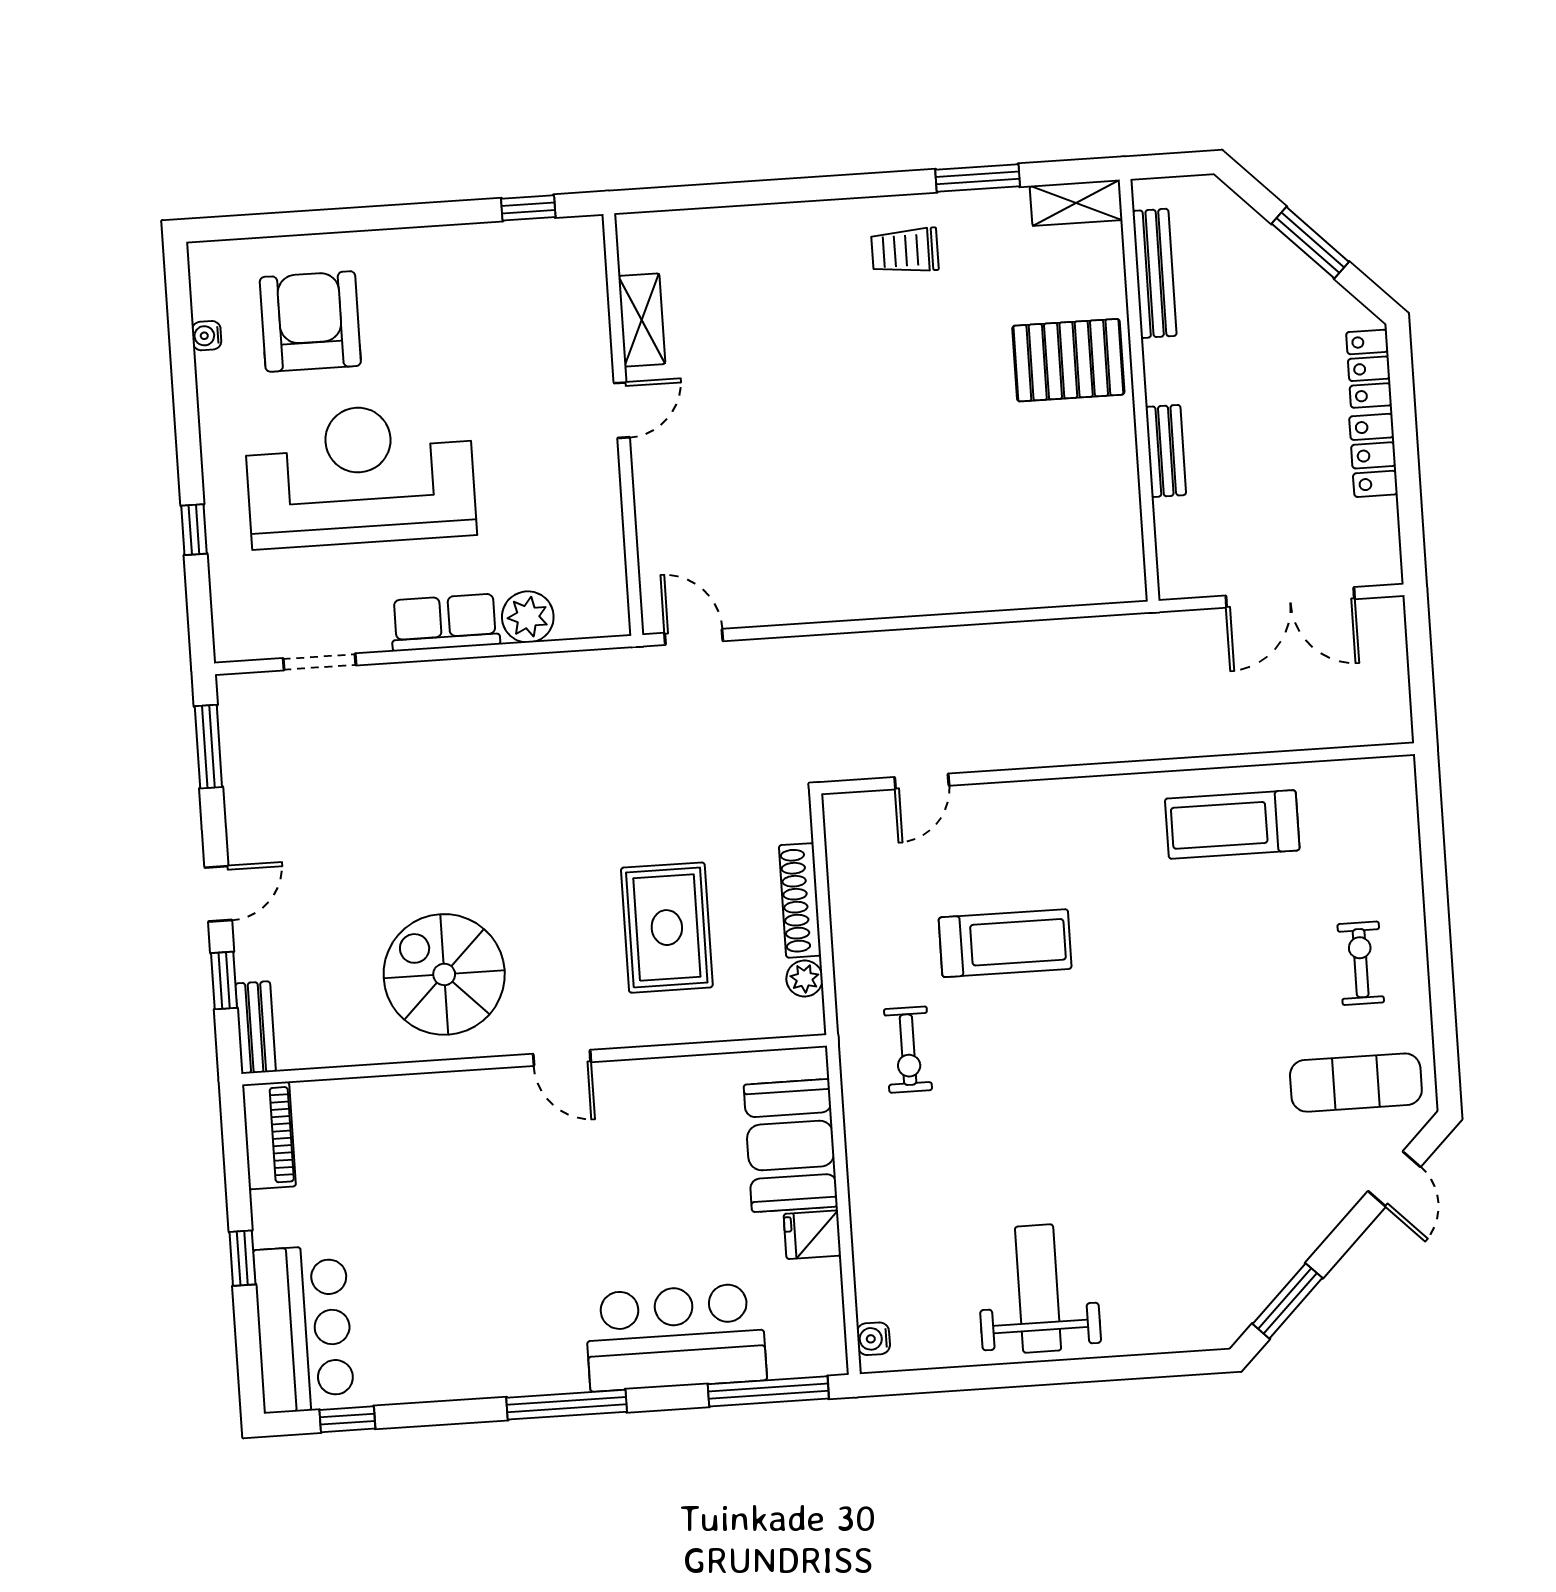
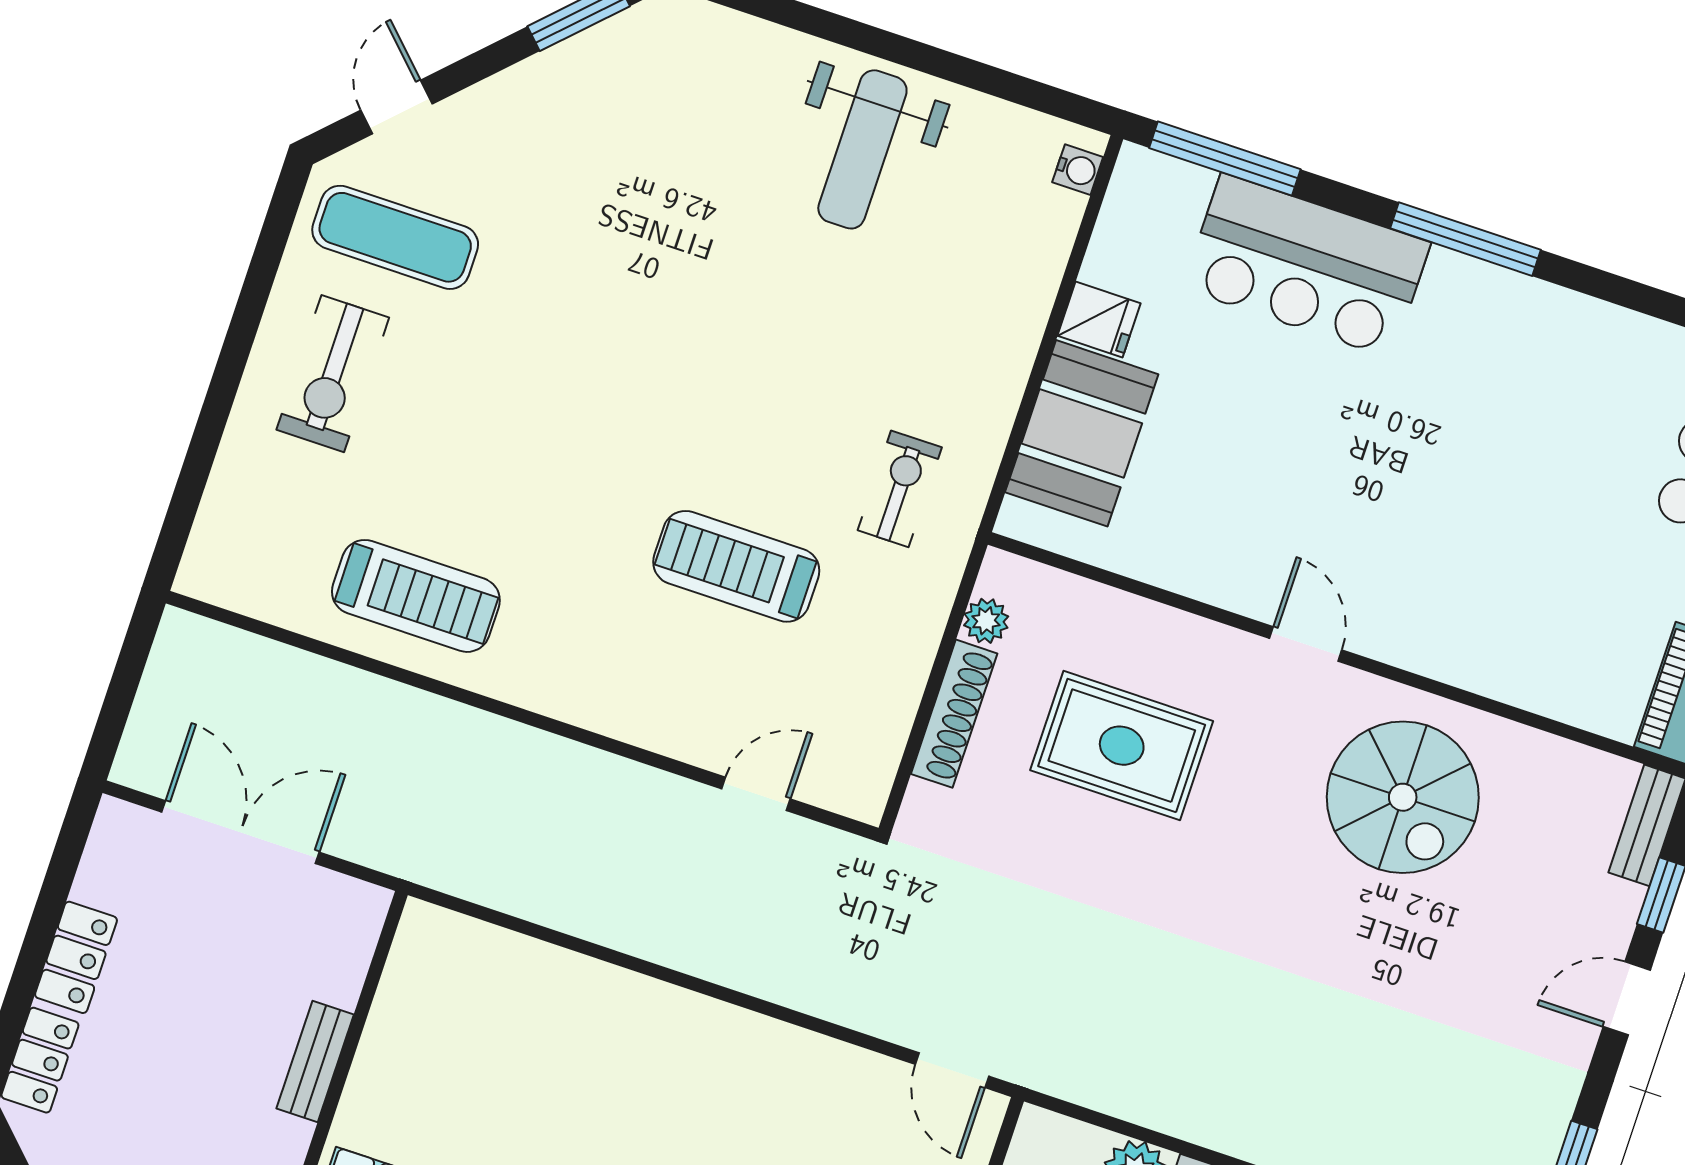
rug: (667, 928) -> (1122, 746), turned 90
exercise bike: (1361, 963) -> (333, 374), width x1.38, depth x1.39

